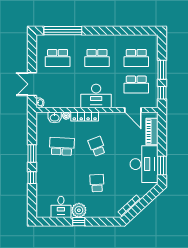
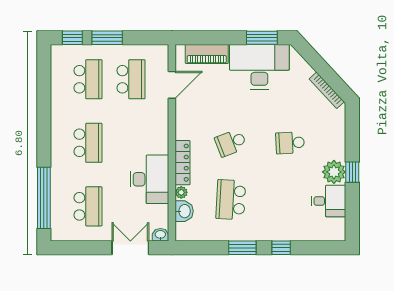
double door: (32, 84) -> (130, 248), swing flipped
window: (162, 93) -> (72, 38), moved
desk: (96, 96) -> (149, 179), moved

